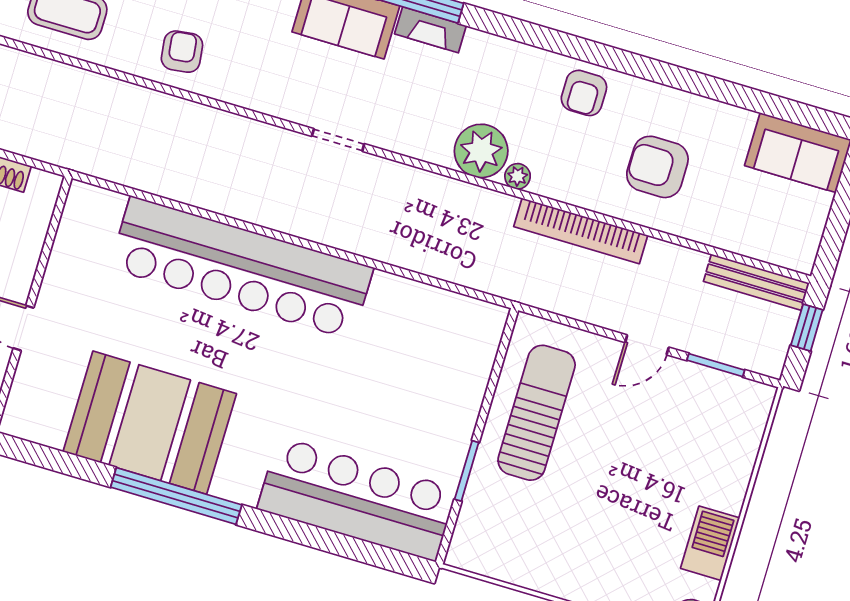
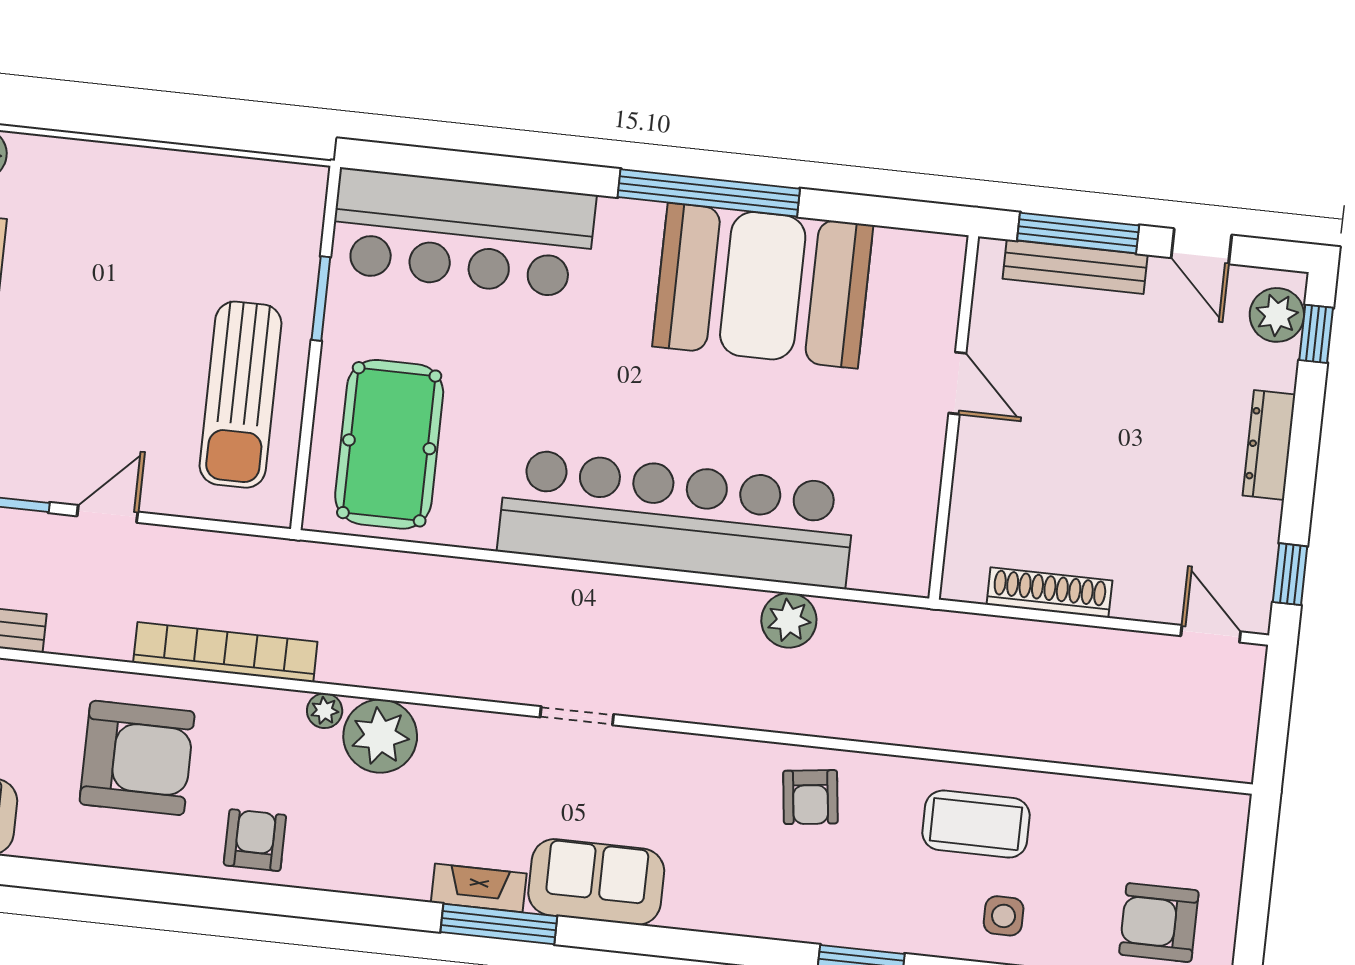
armchair: (657, 167) -> (137, 758), width x1.36, depth x1.36
plant: (174, 181) -> (789, 620), added
pool table: (437, 358) -> (389, 444), added

